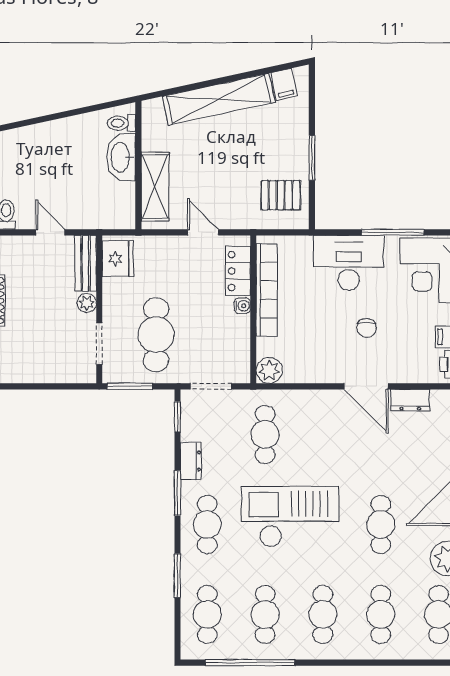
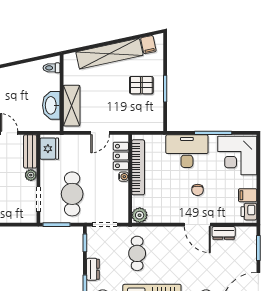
washbasin: (121, 157) -> (51, 105), moved
pallet: (281, 195) -> (141, 85), moved
door: (203, 232) -> (100, 133), swing flipped

